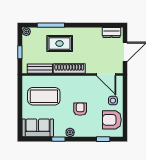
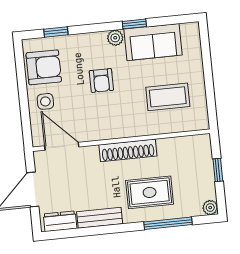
bench: (40, 69) -> (100, 218), moved
coffee table: (44, 96) -> (168, 97), width x0.73, depth x0.76
sofa: (38, 128) -> (153, 42), moved

